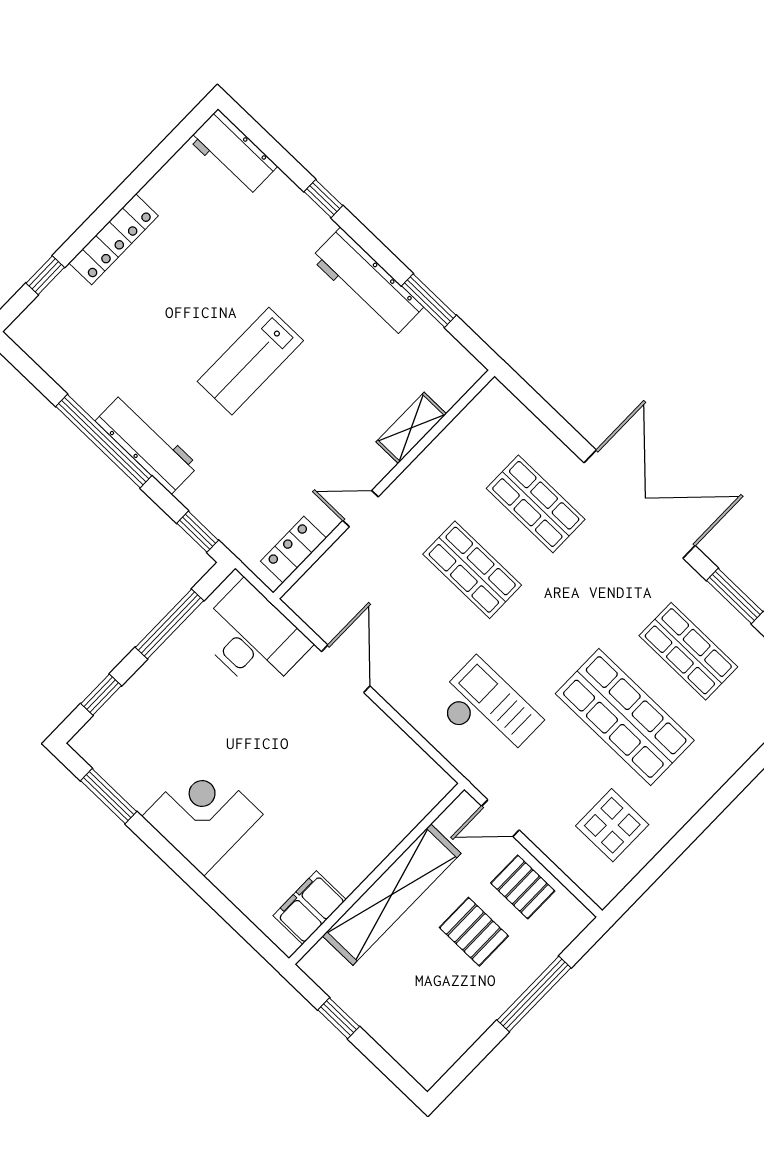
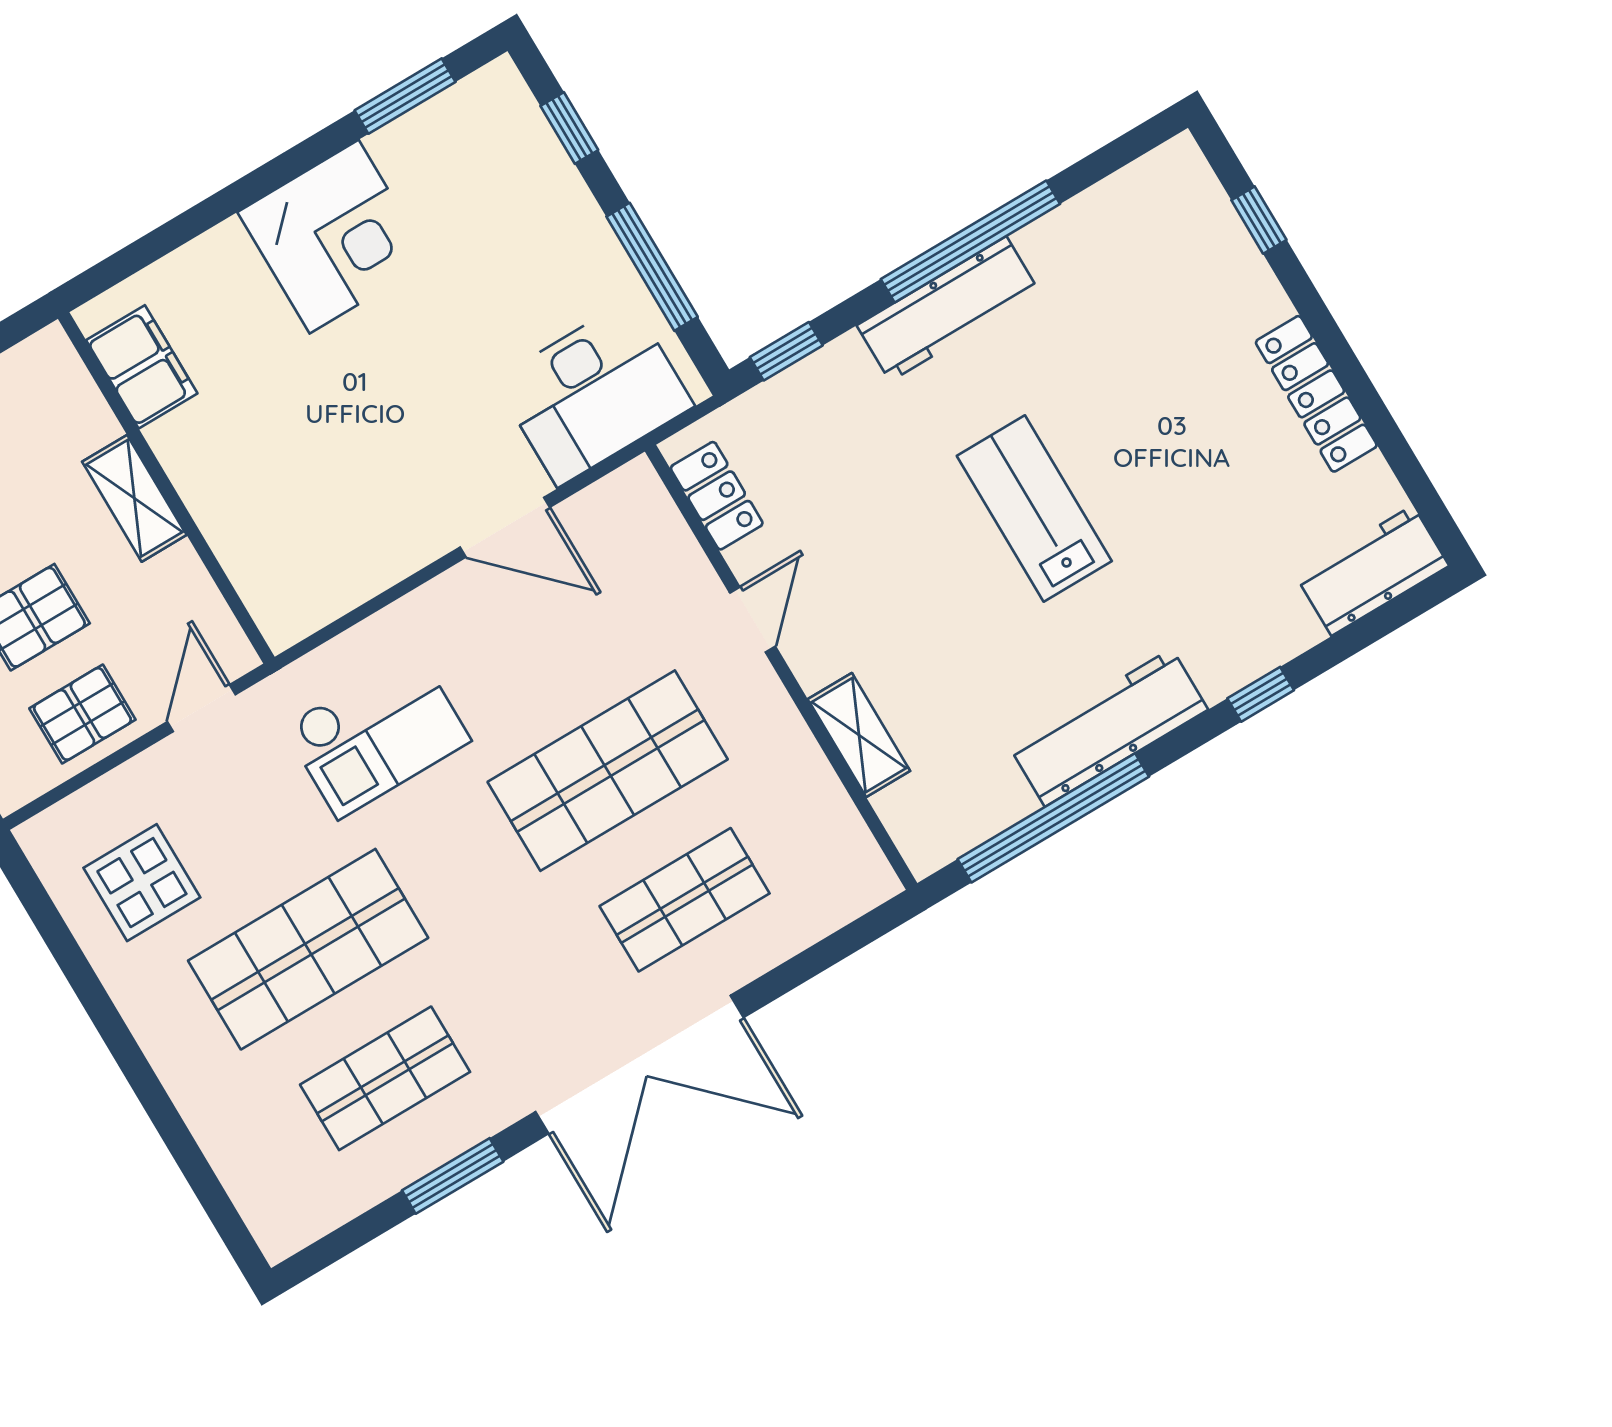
locker: (114, 239) -> (1316, 394), moved
window: (429, 301) -> (1053, 818), width x2.11
shop shelf: (472, 570) -> (608, 771), width x1.43, depth x1.36
shelving: (392, 895) -> (134, 498), width x0.45, depth x0.75

